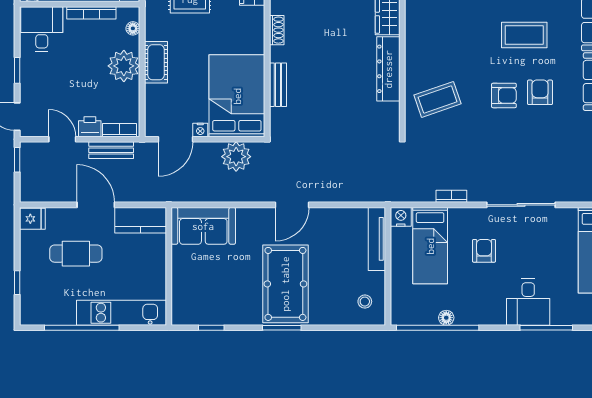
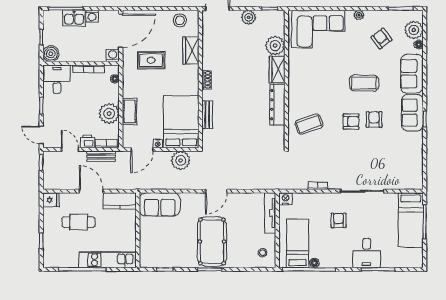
cot: (156, 62) -> (130, 112), moved
plant: (124, 66) -> (109, 113), moved
bed: (430, 246) -> (298, 243), moved, turned 180

